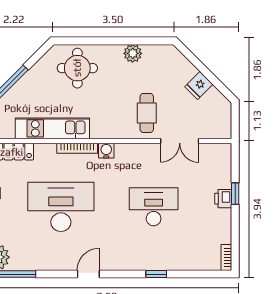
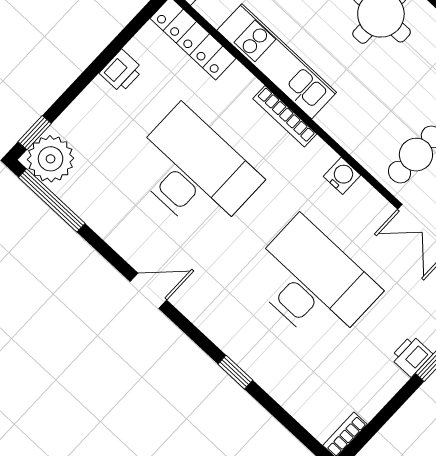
water cooler: (106, 151) -> (342, 176), moved
desk: (154, 207) -> (312, 283), width x1.36, depth x1.30

